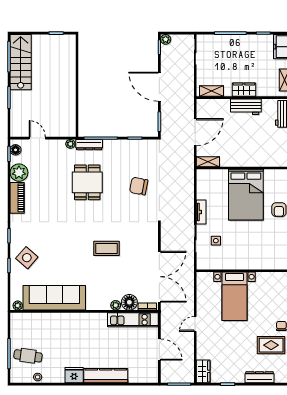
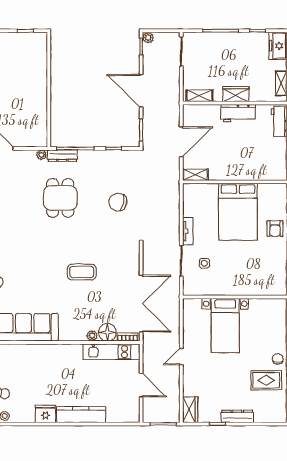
dresser: (260, 377) -> (237, 416), moved

